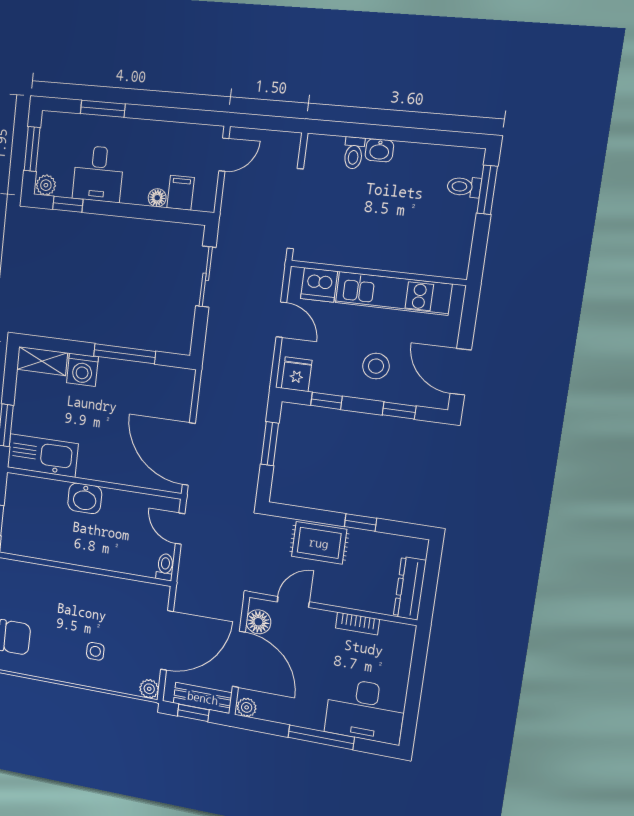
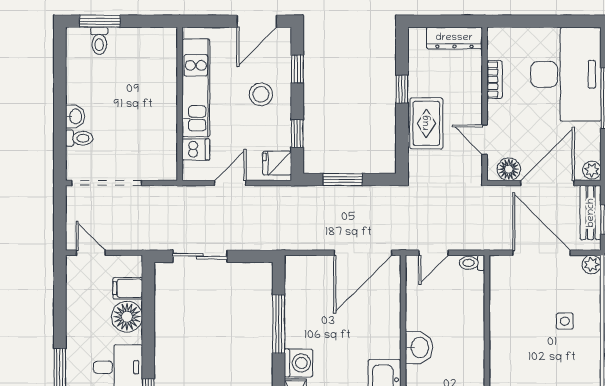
floor lamp: (157, 198) -> (127, 317), width x1.89, depth x1.89
doorway: (295, 209) -> (107, 183), moved
dishwasher: (319, 285) -> (196, 149), width x0.73
desk: (365, 711) -> (566, 74), width x1.36, depth x1.30

